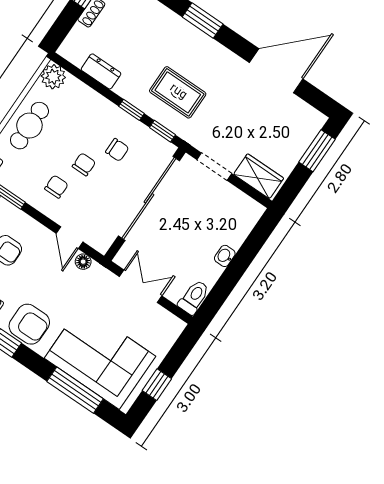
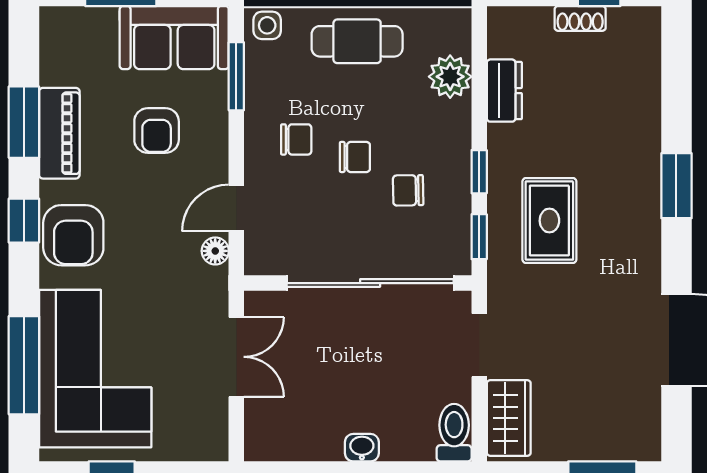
plant: (53, 77) -> (450, 77), moved
chair: (117, 150) -> (408, 190), turned 89
toilet: (194, 297) -> (454, 433), moved, turned -90

